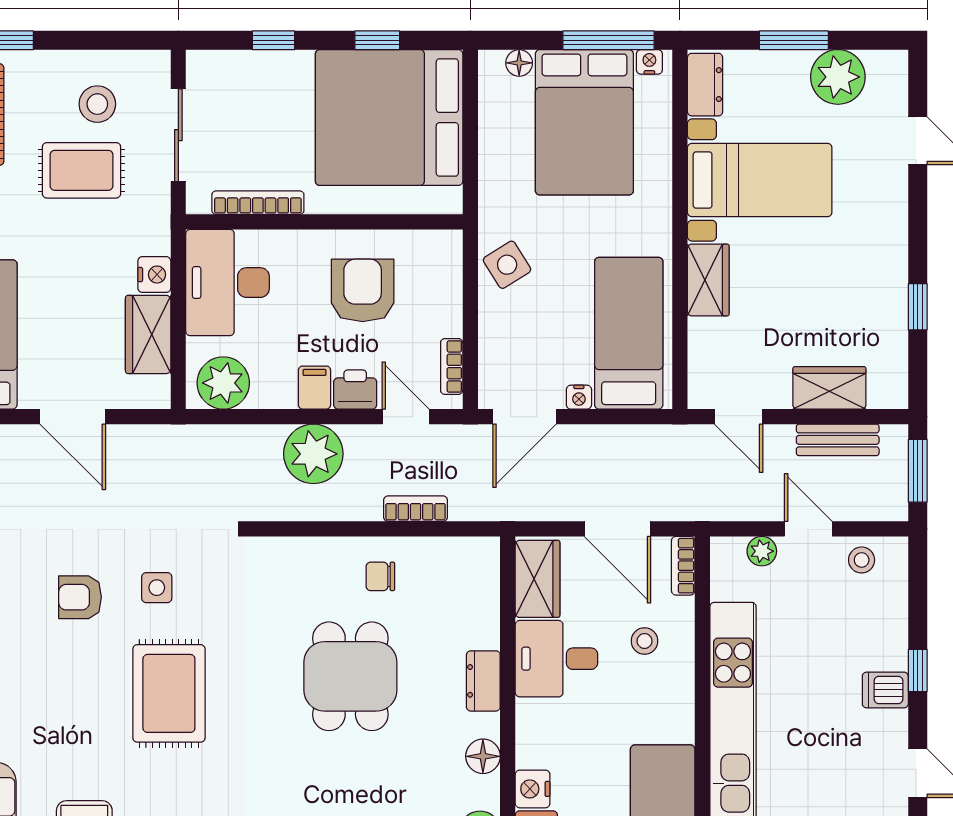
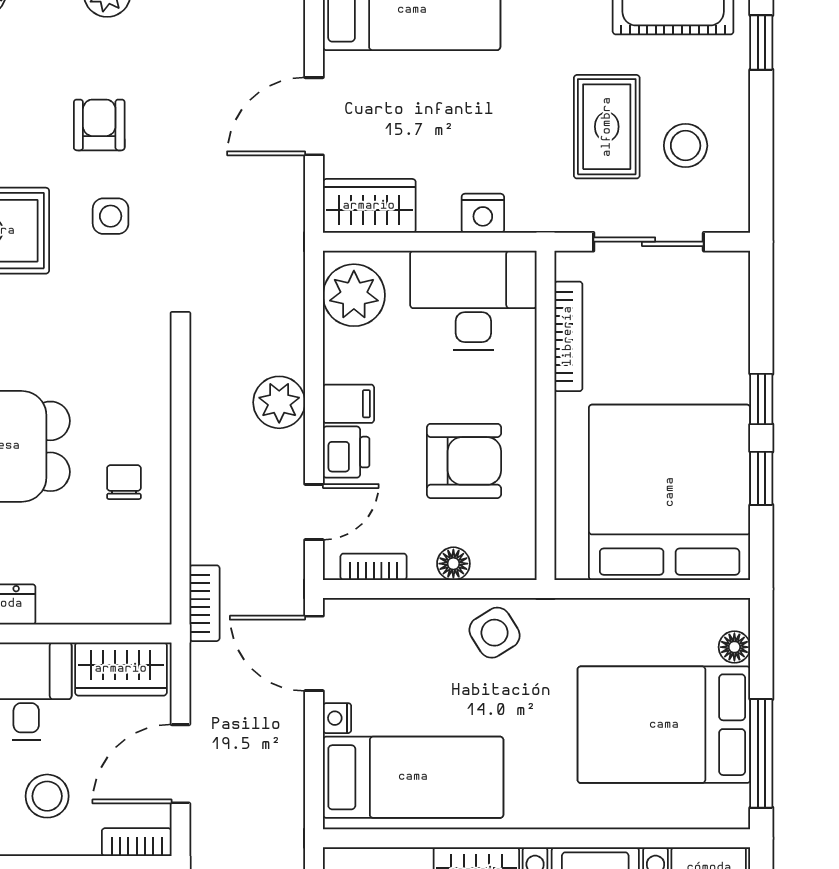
window: (273, 40) -> (761, 399), moved
nightstand: (649, 62) -> (736, 802), removed
floor lamp: (449, 299) -> (453, 564), added
wardrobe: (148, 334) -> (369, 206), moved
plant: (313, 454) -> (279, 402), width x0.73, depth x0.73
bookcase: (416, 509) -> (204, 603), moved
stool: (645, 641) -> (47, 796), width x1.37, depth x1.37

